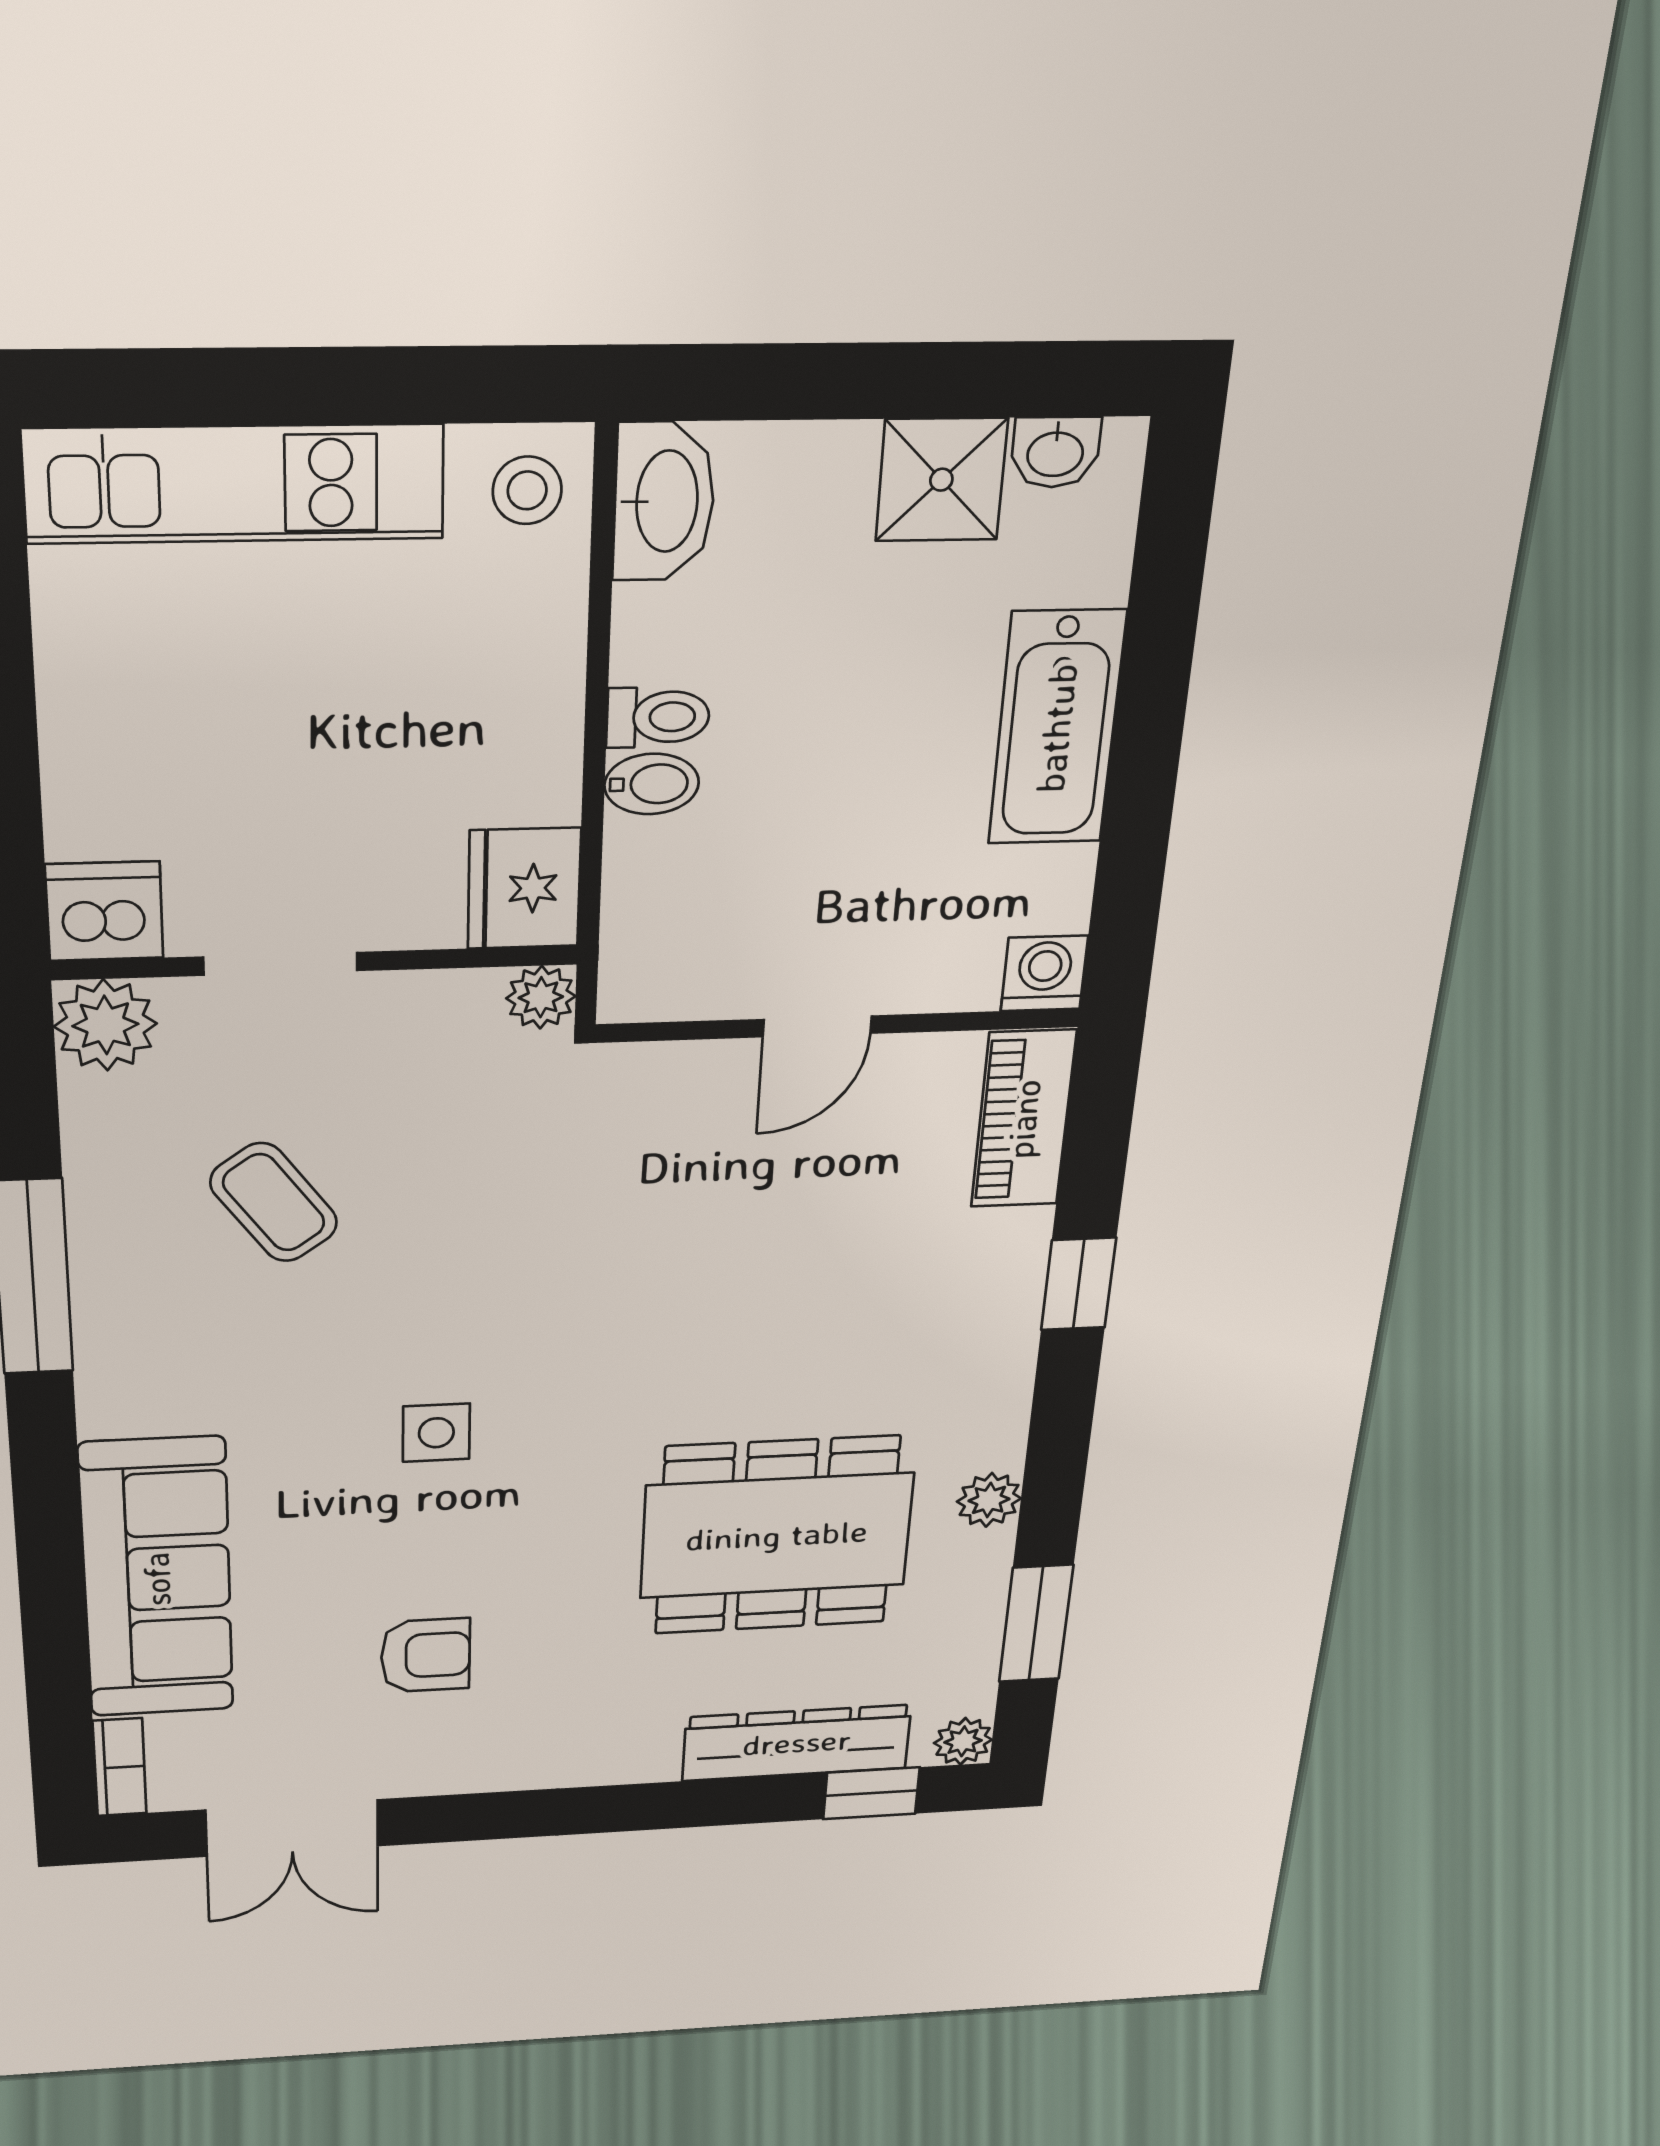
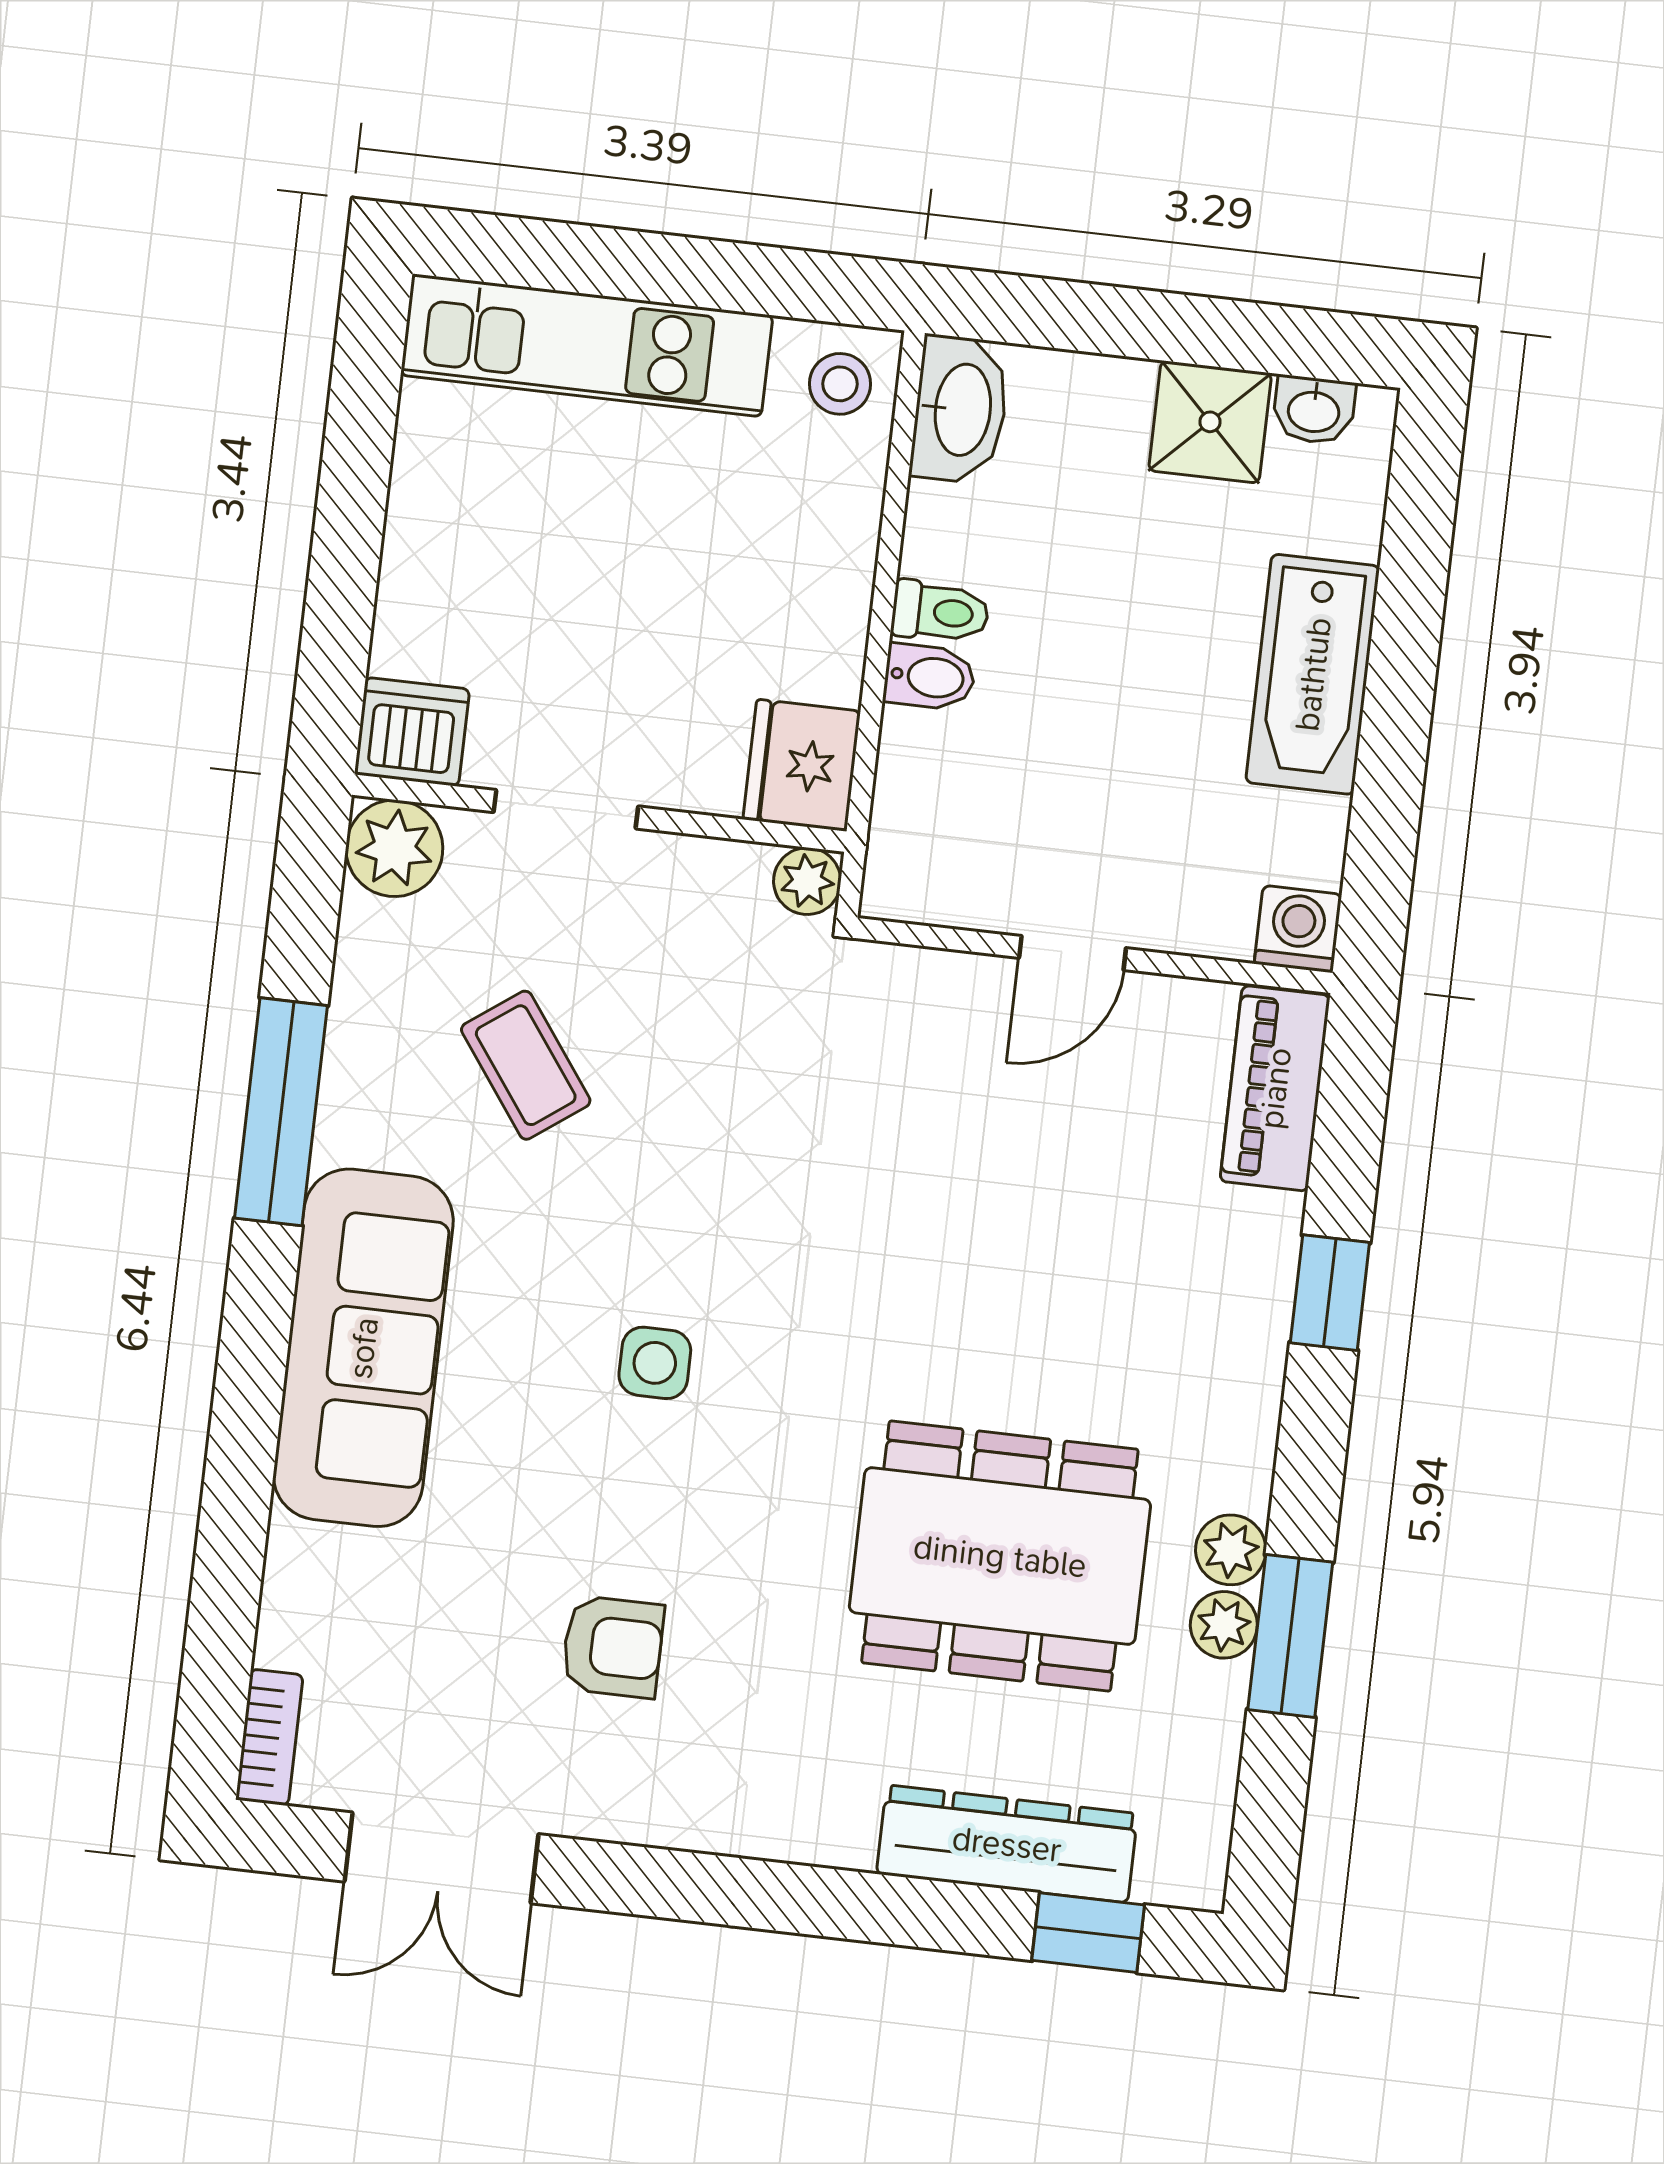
sofa: (157, 1579) -> (363, 1348), moved
window: (1036, 1624) -> (1290, 1636), moved
plant: (963, 1741) -> (1224, 1625), moved

